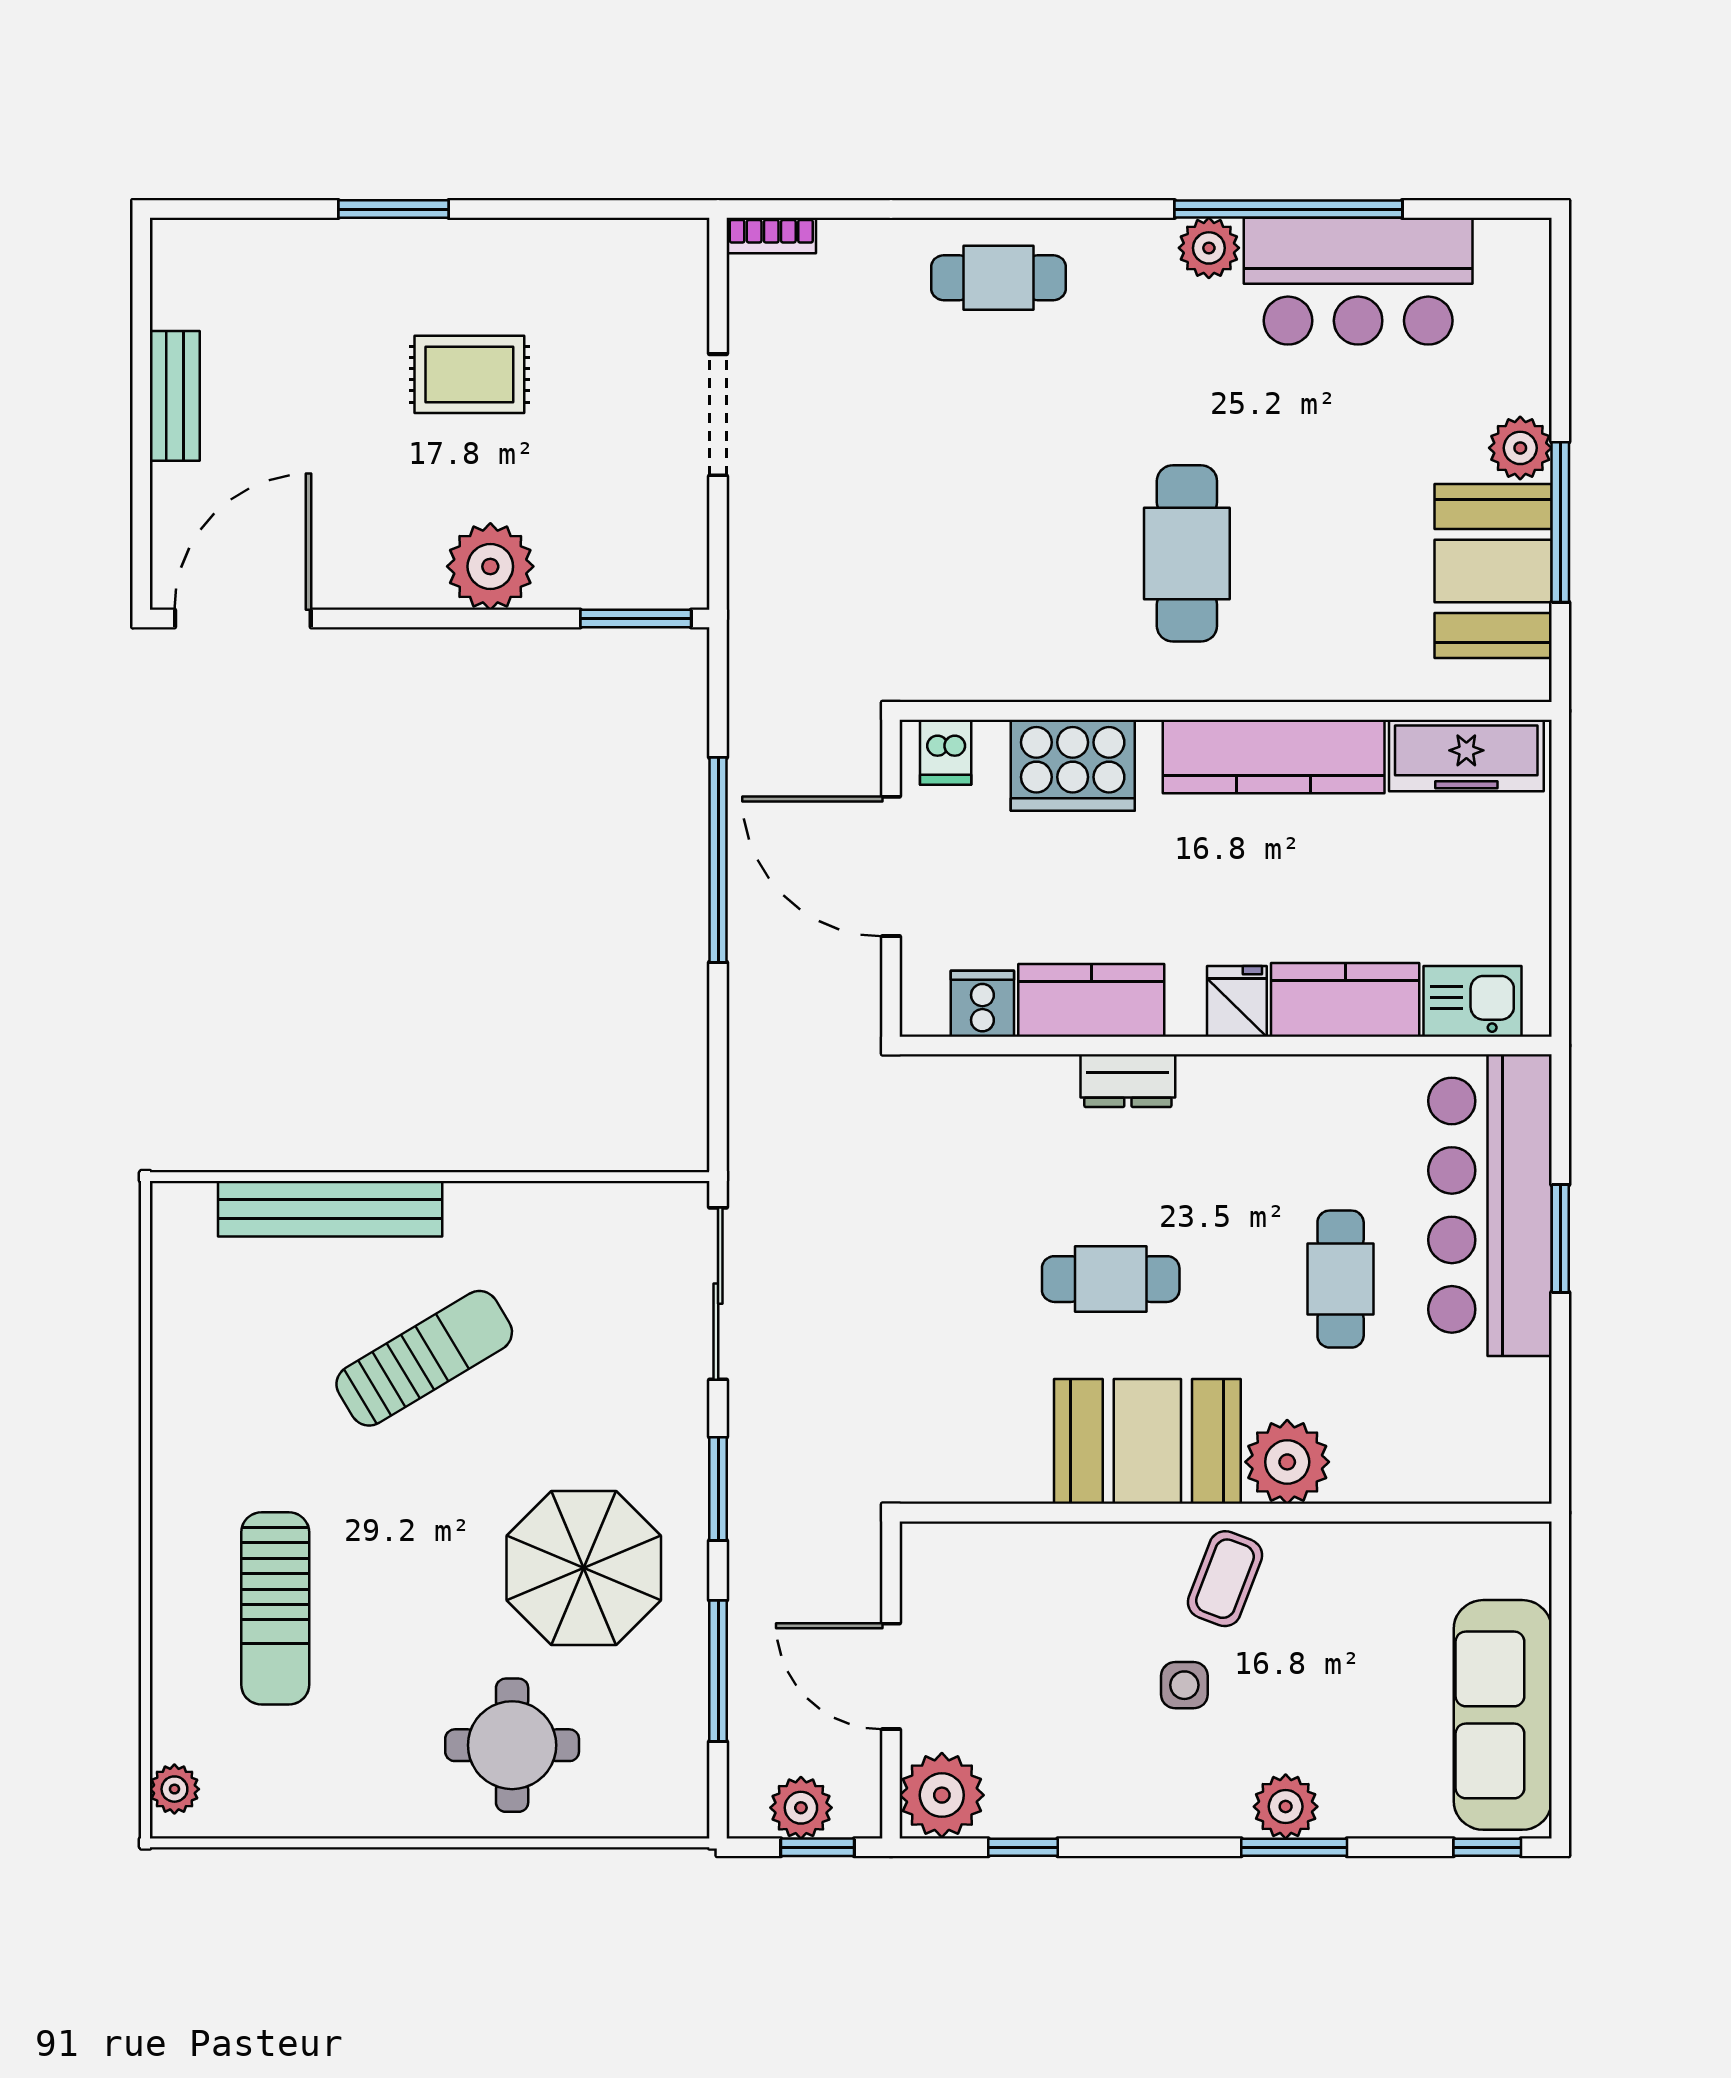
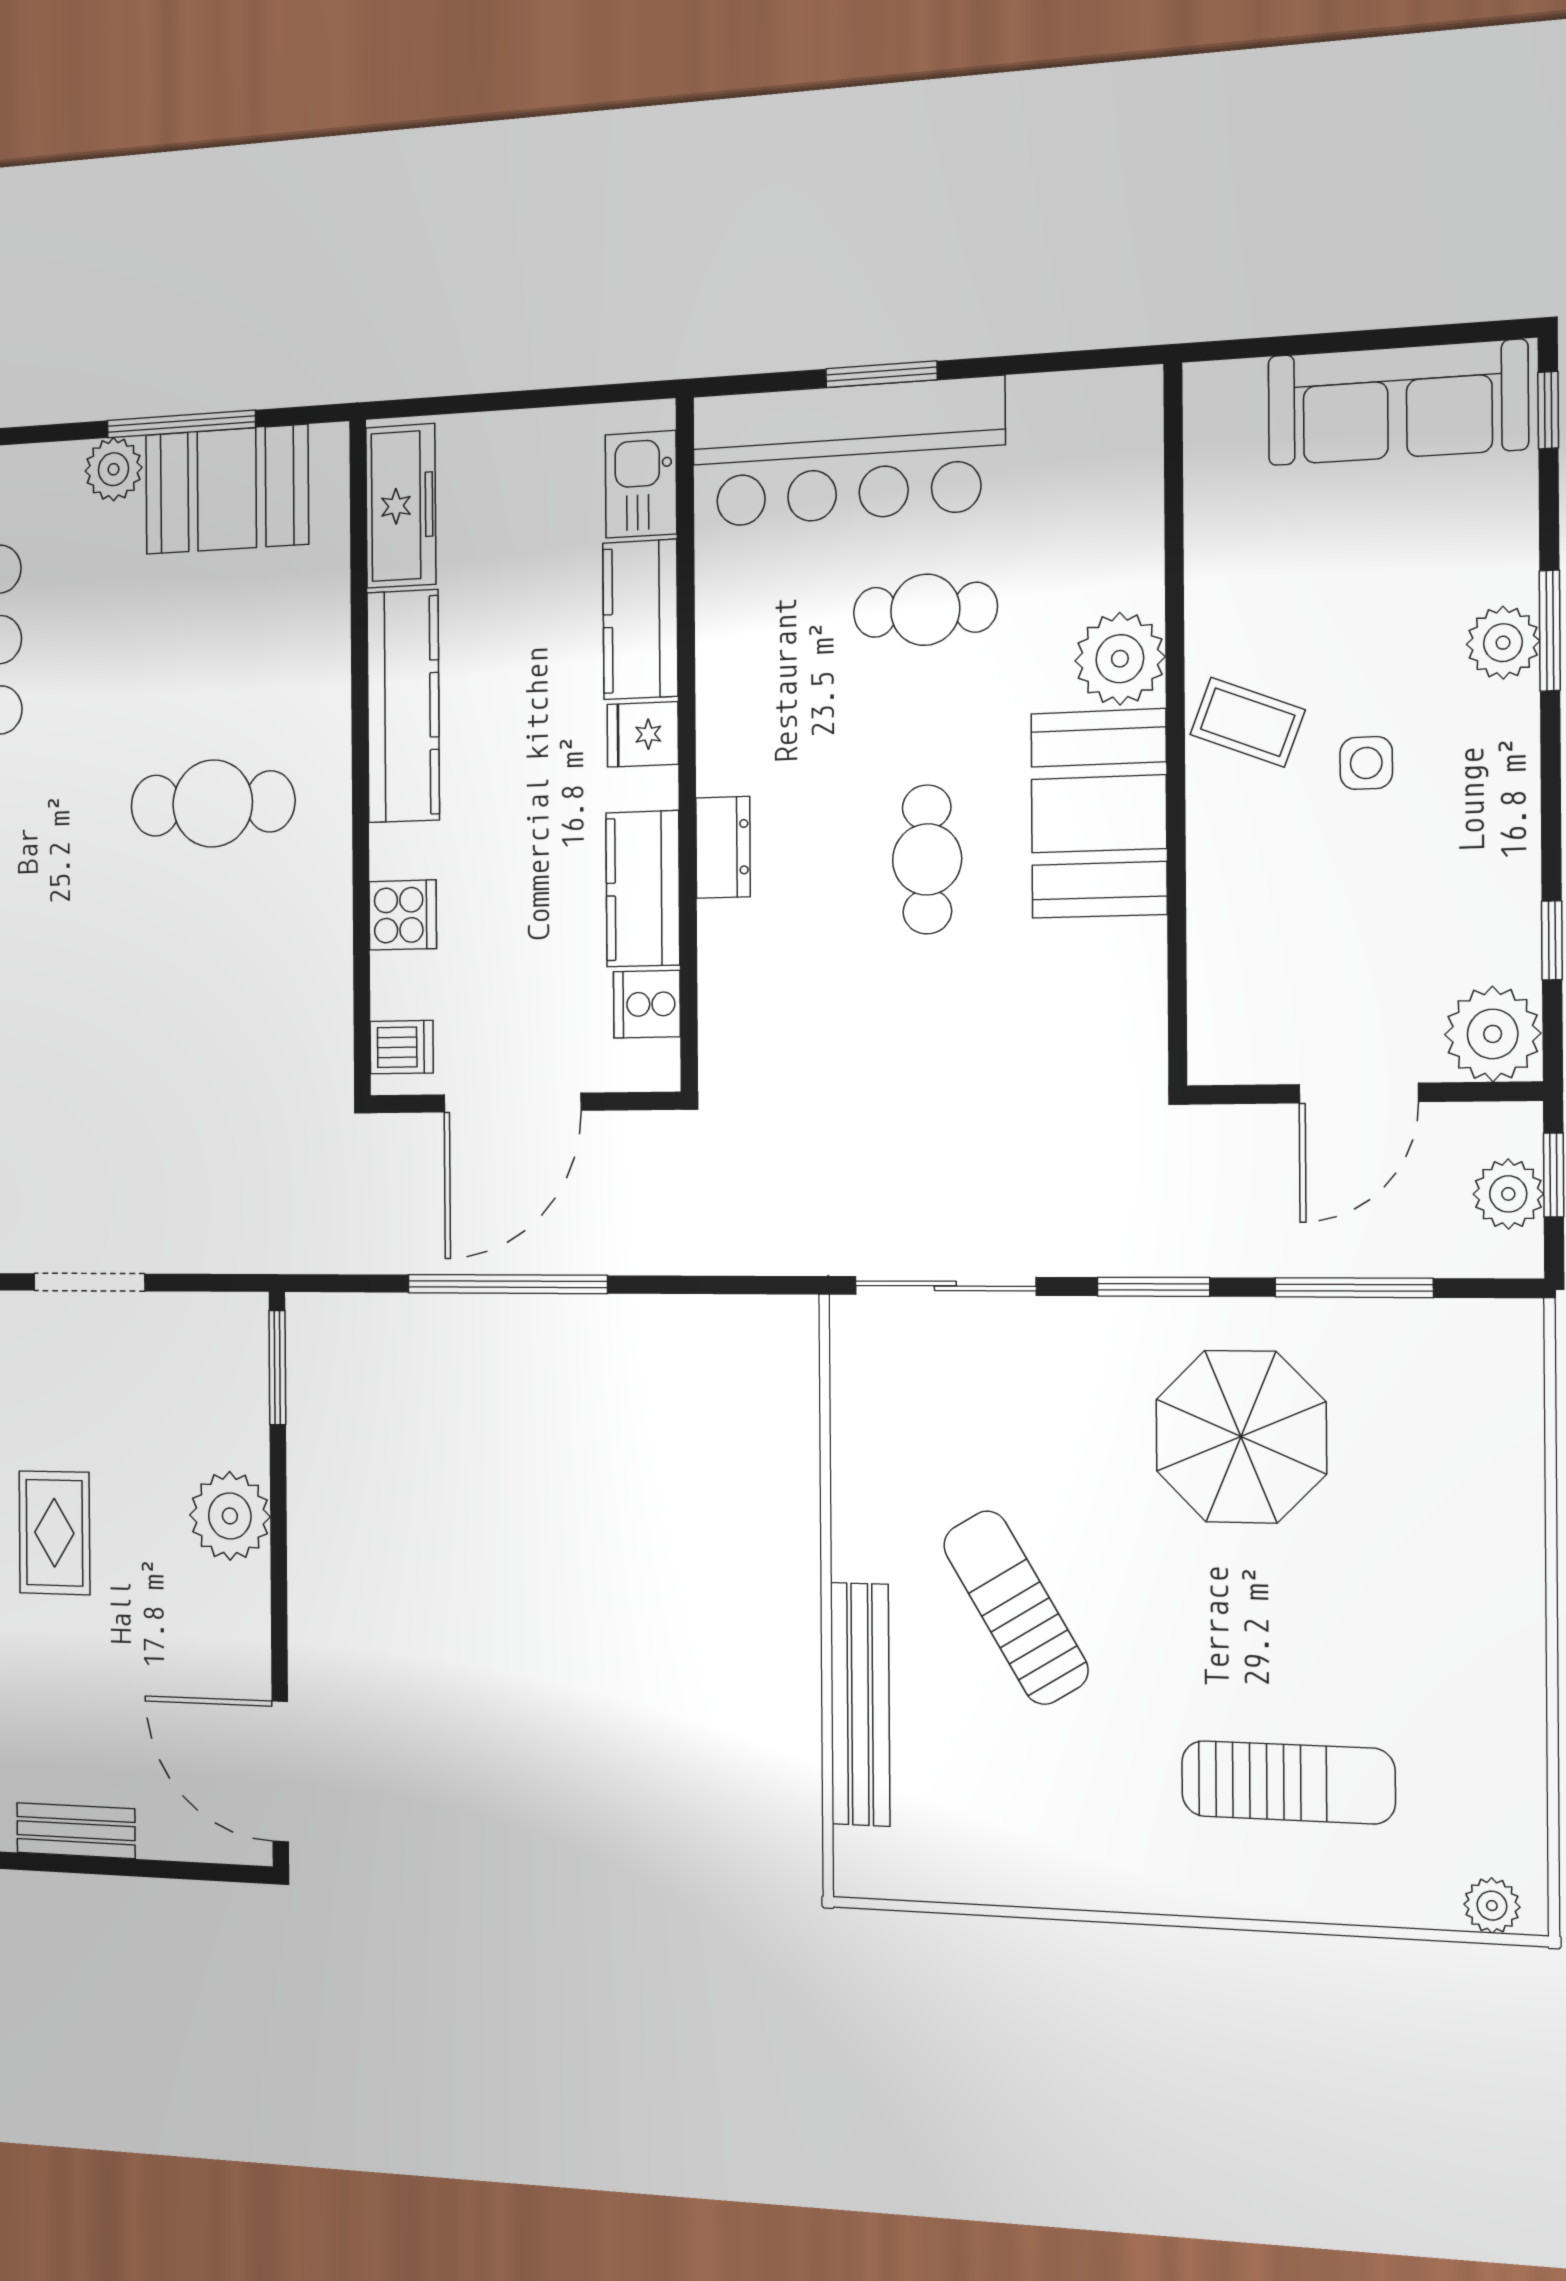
cooker: (1073, 765) -> (403, 915), width x0.53, depth x0.76
round table: (512, 1745) -> (1439, 1521), removed

